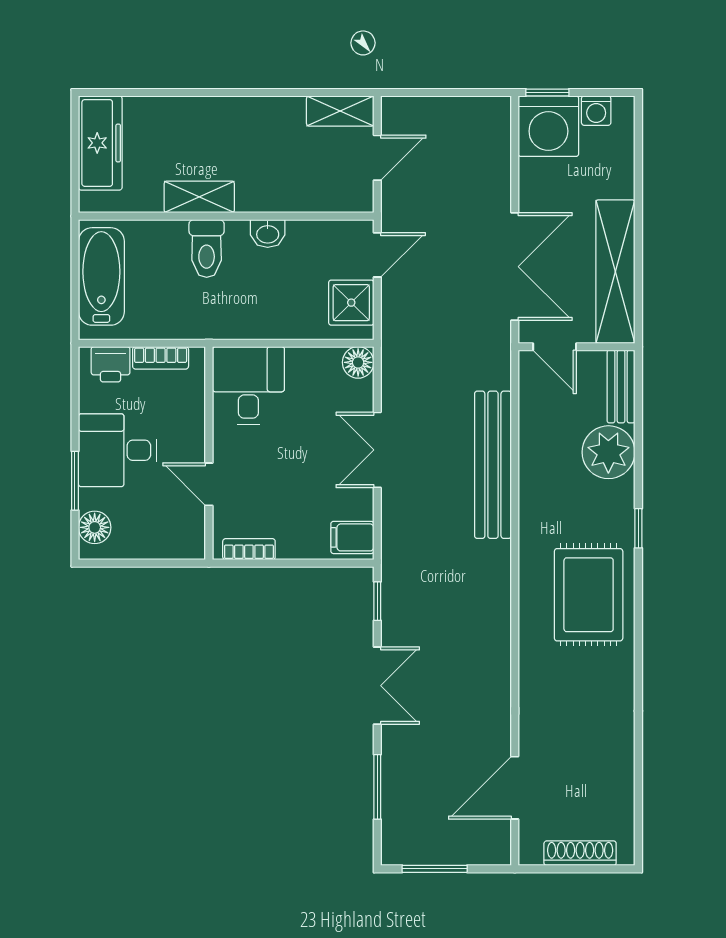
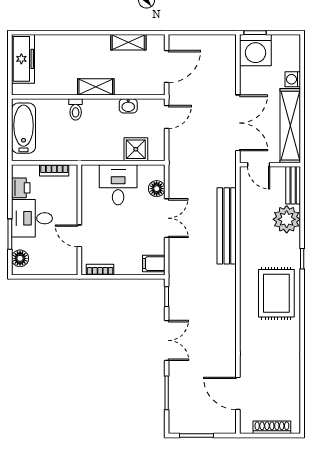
shelving: (340, 111) -> (128, 42), moved
washing machine: (596, 111) -> (293, 79), moved, turned 90
door: (377, 158) -> (167, 66), width x1.38
shelving: (199, 197) -> (96, 87), moved
washbasin: (268, 234) -> (128, 106), moved
toilet: (207, 249) -> (76, 109), width x0.73, depth x0.72
shower: (351, 303) -> (136, 149), moved
floor lamp: (358, 362) -> (157, 189), moved
printer: (111, 364) -> (21, 188), moved, turned -90
desk: (248, 386) -> (118, 185), moved
double door: (377, 450) -> (167, 218), swing flipped
door: (515, 788) -> (238, 393), hinge flipped

